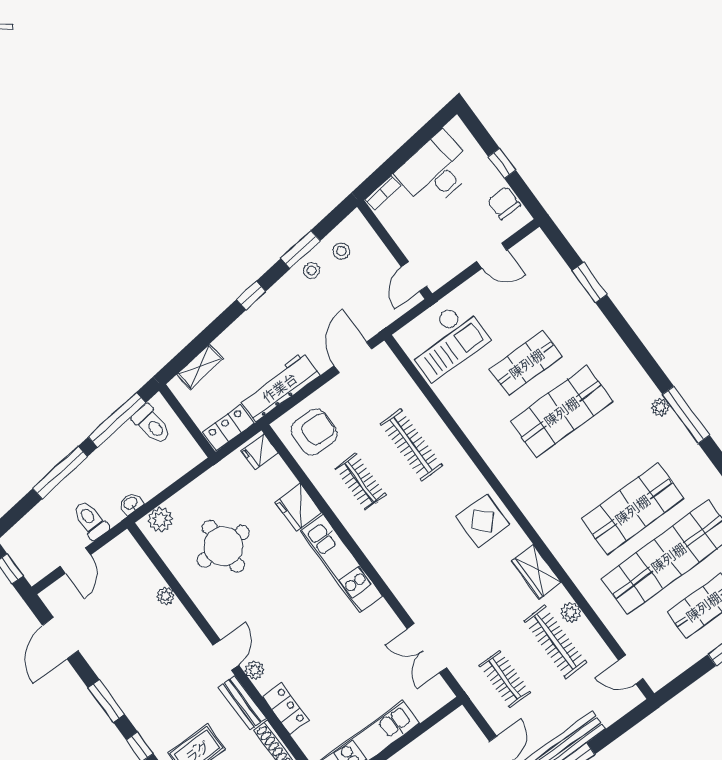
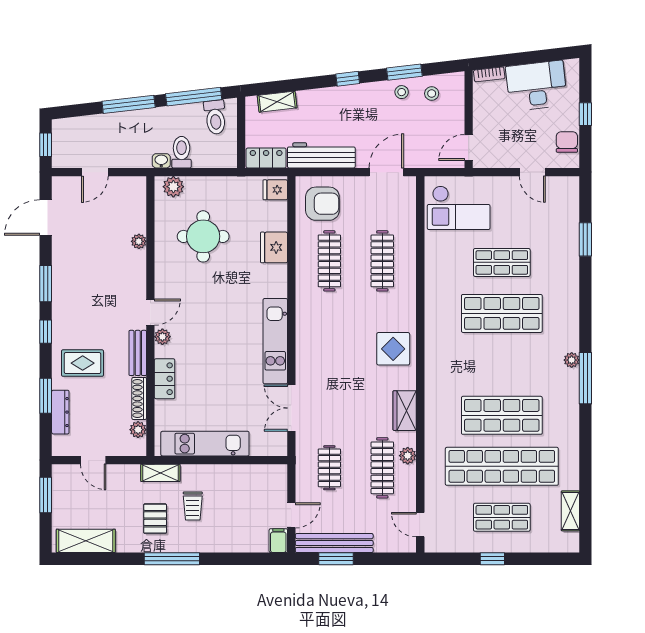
clothes rail: (361, 482) -> (329, 261), width x1.36
toilet: (91, 520) -> (182, 152), moved
kitchen unit: (341, 564) -> (275, 341), moved

